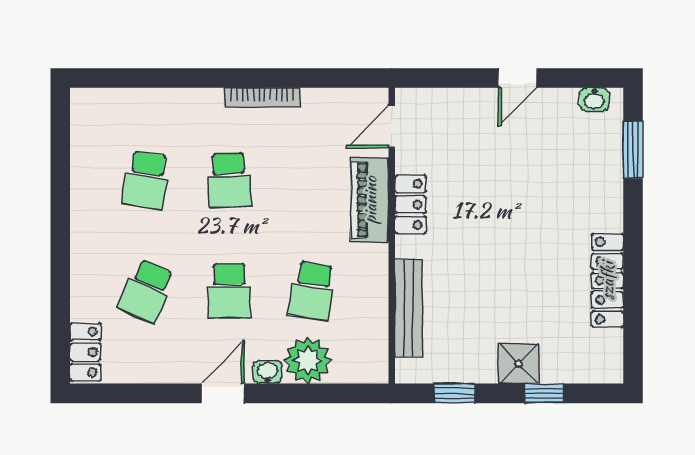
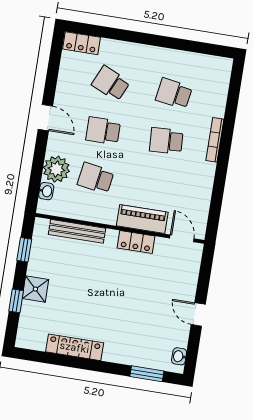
bookcase: (262, 97) -> (215, 140), moved
washbasin: (267, 372) -> (46, 191), moved

